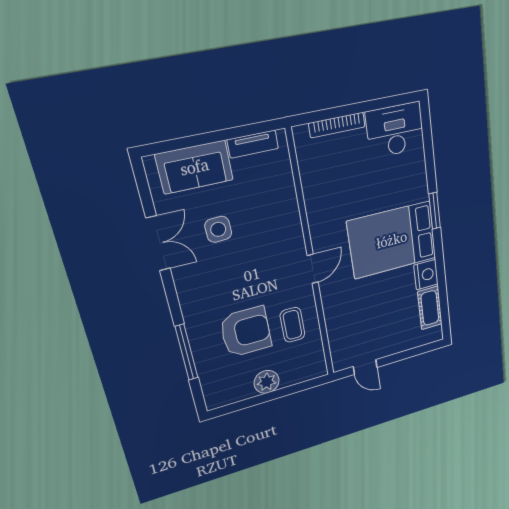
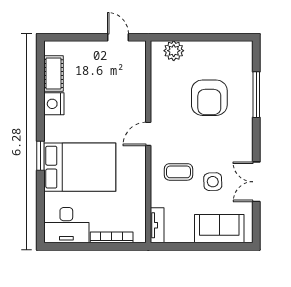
tv unit: (253, 144) -> (157, 225), moved, turned 90
bed: (392, 240) -> (80, 167), moved
coffee table: (292, 325) -> (178, 172), moved, turned 90
armchair: (246, 332) -> (209, 98), turned -90
plant: (267, 382) -> (174, 51), moved

